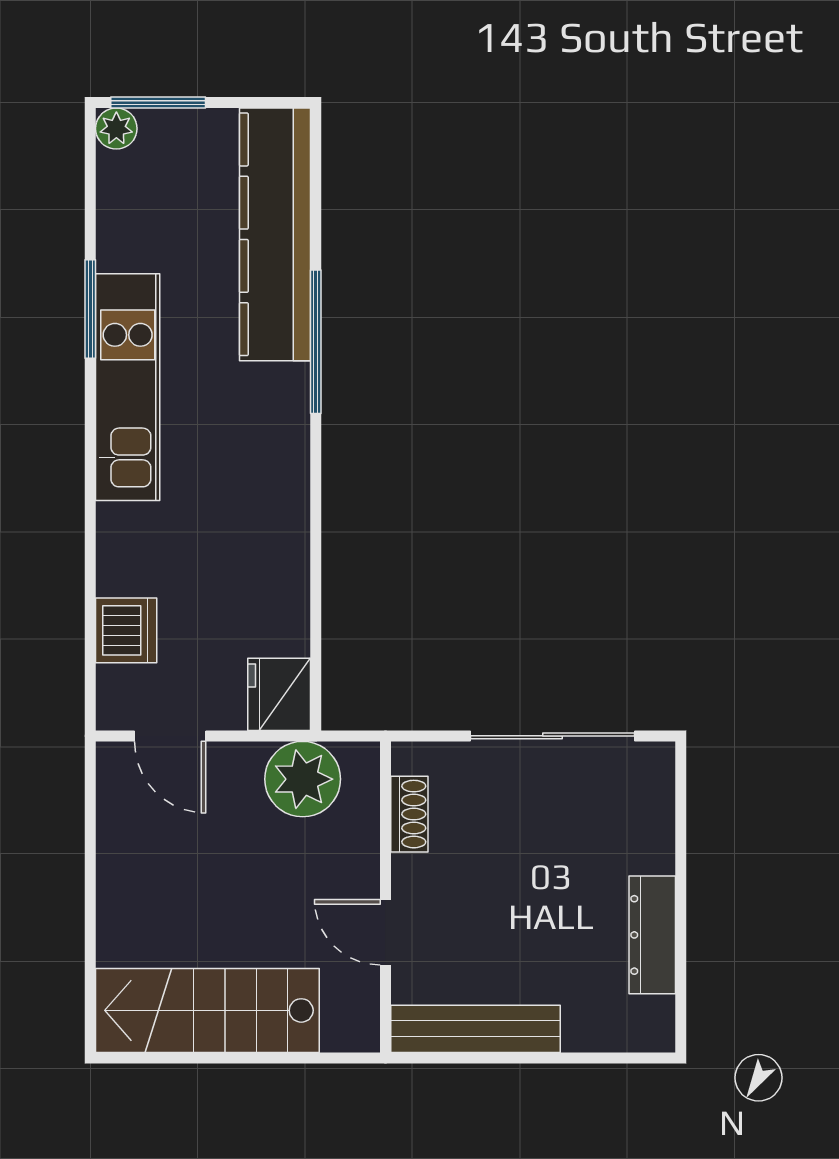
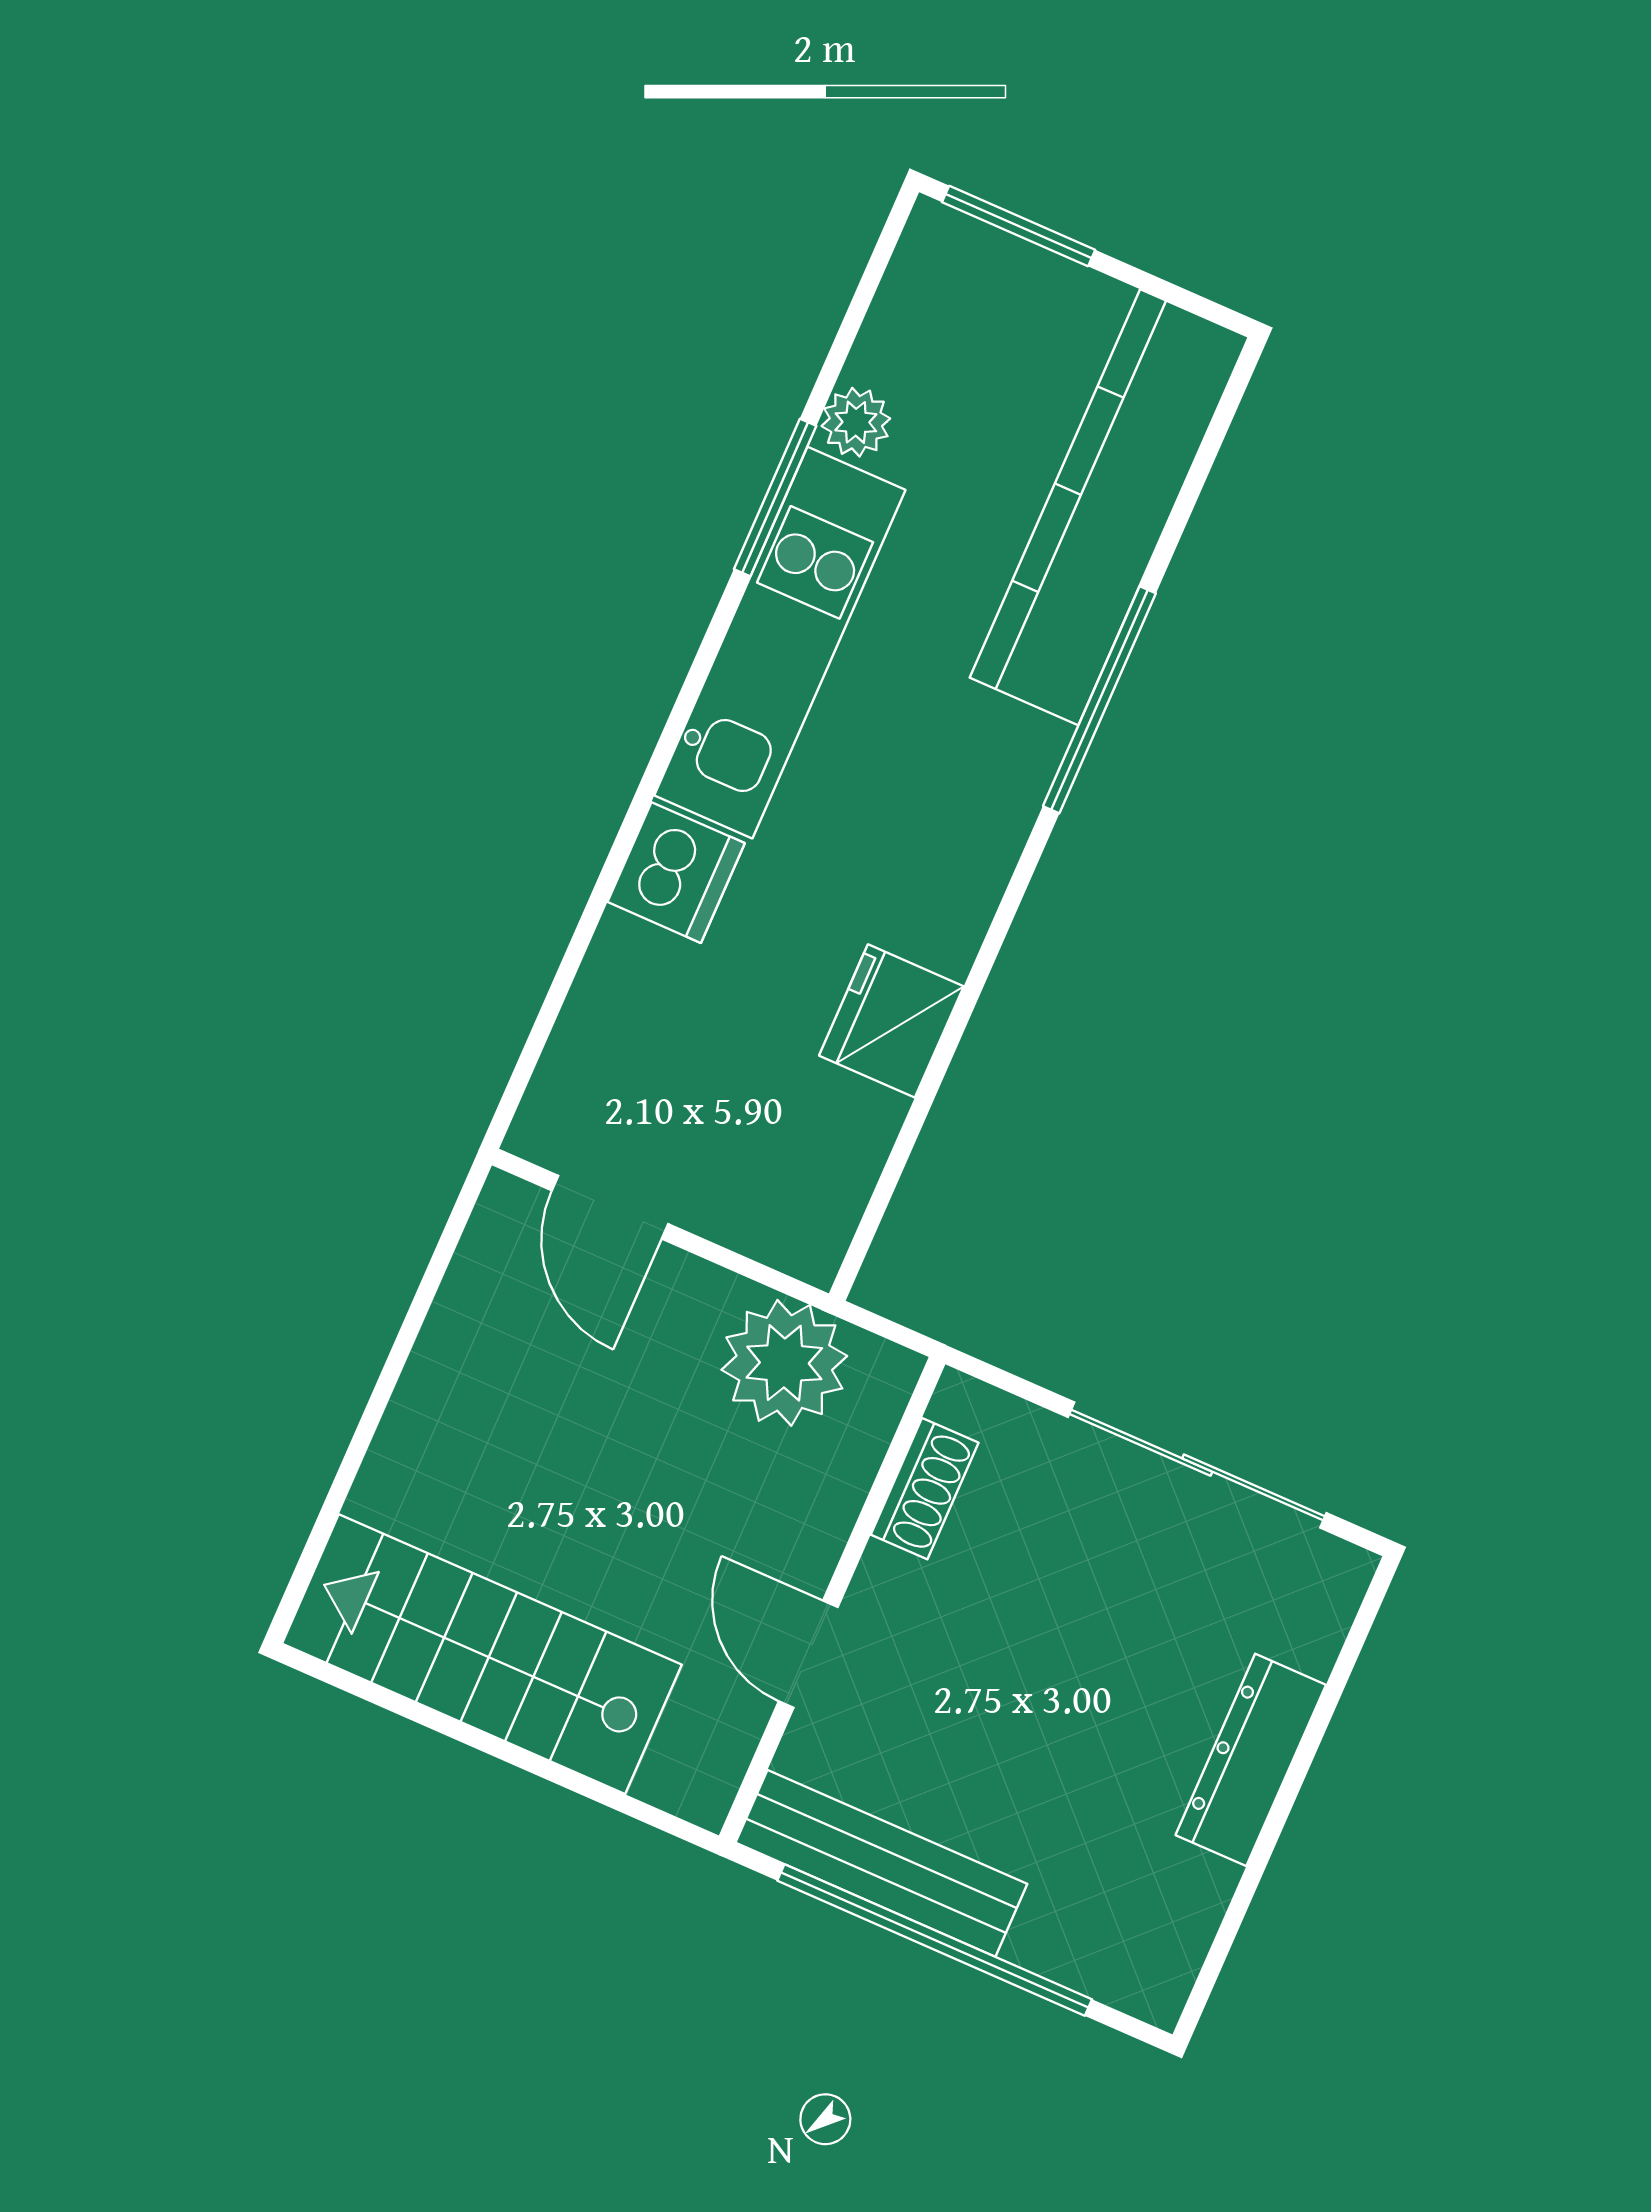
plant: (116, 129) -> (856, 422), moved
dishwasher: (126, 630) -> (676, 873), moved
fridge: (279, 694) -> (891, 1021), moved
dresser: (652, 935) -> (1251, 1760), moved
window: (523, 1058) -> (935, 1940), added

